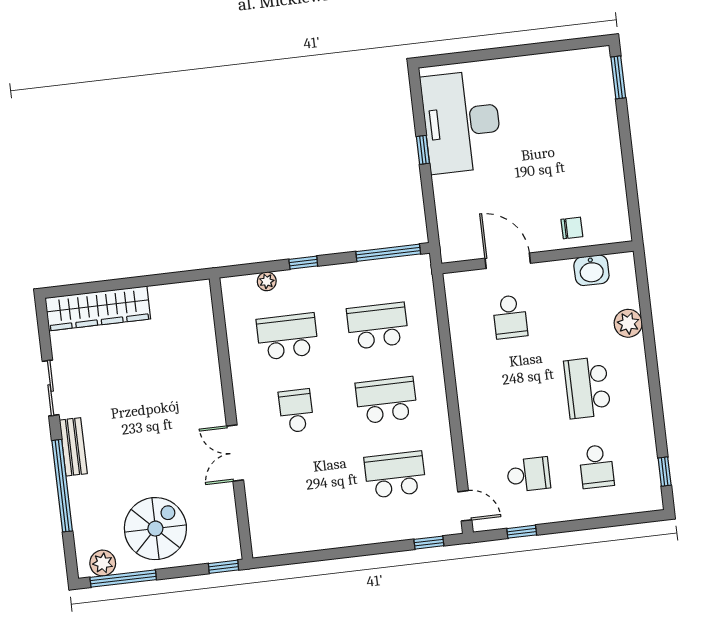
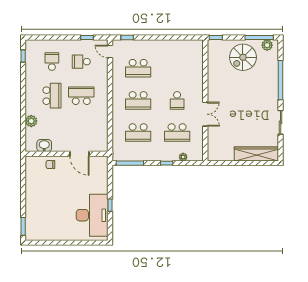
school desk: (510, 317) -> (81, 96), moved, width x1.85
bench: (73, 447) -> (274, 96), removed
double door: (235, 453) -> (205, 114), moved

